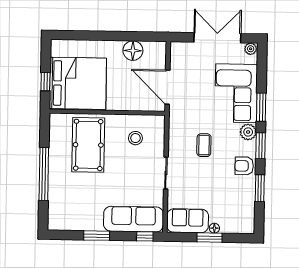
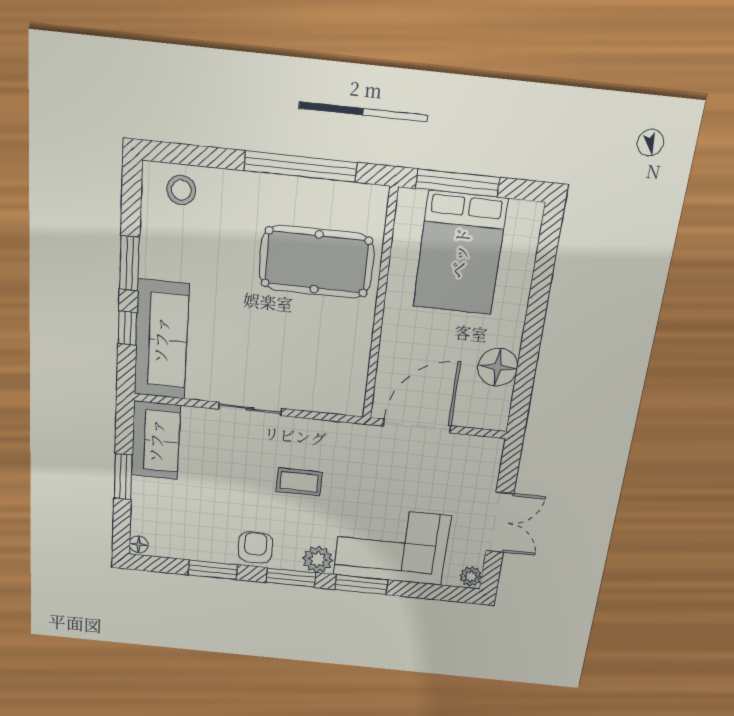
double door: (217, 38) -> (500, 522), width x0.73
window: (45, 82) -> (458, 183), width x2.17
bed: (78, 83) -> (460, 253), width x0.73
stool: (135, 138) -> (181, 190), moved
window: (44, 174) -> (300, 167), moved
floor lamp: (214, 228) -> (139, 544), moved
window: (145, 236) -> (127, 328), moved

